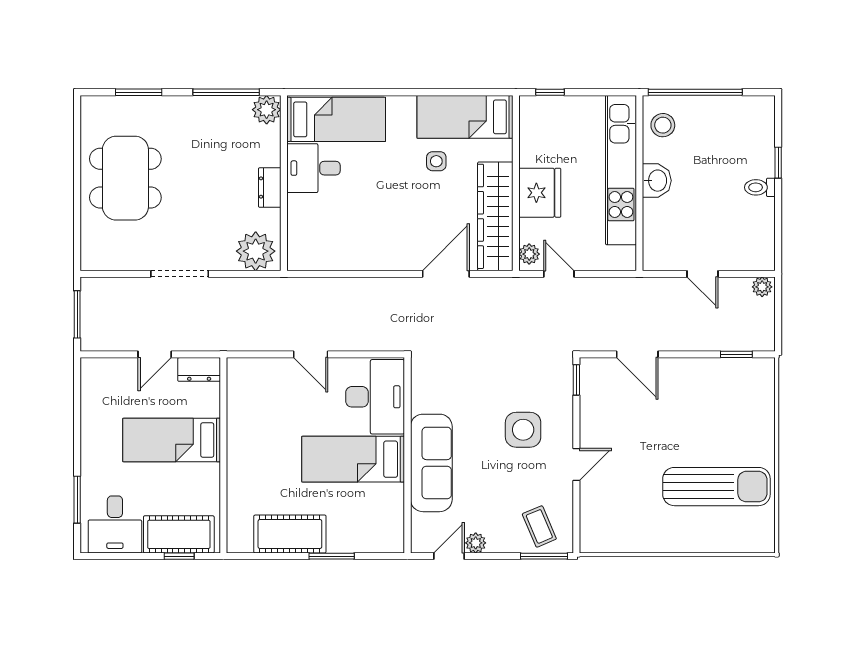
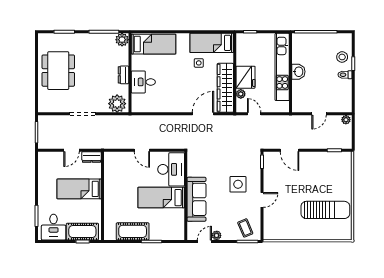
stool: (663, 125) -> (342, 57), moved
desk: (314, 168) -> (143, 82), moved
plant: (529, 254) -> (241, 94), moved
door: (702, 274) -> (319, 114), hinge flipped

